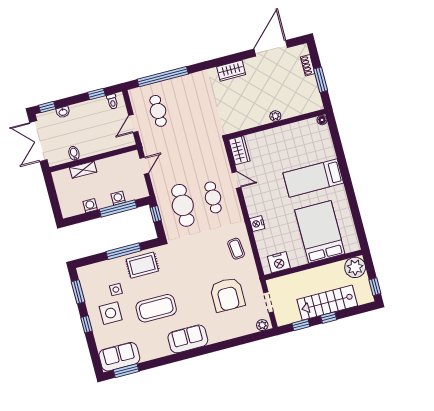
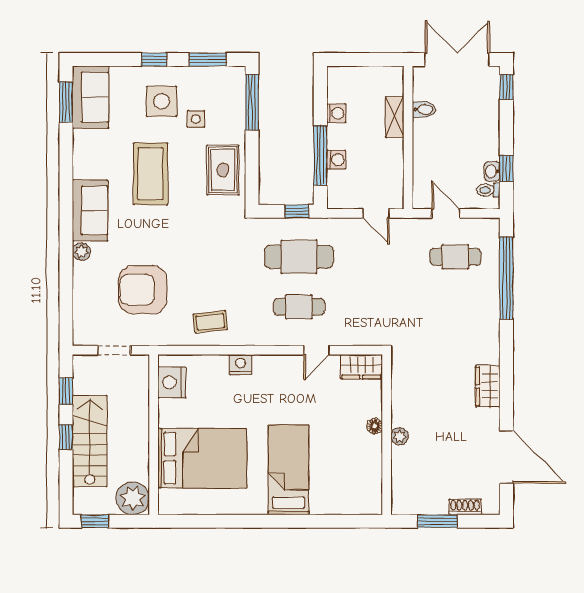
washbasin: (63, 112) -> (492, 171), moved
floor lamp: (322, 120) -> (375, 426), moved
window: (124, 251) -> (252, 102), moved
plant: (262, 325) -> (81, 252), moved

